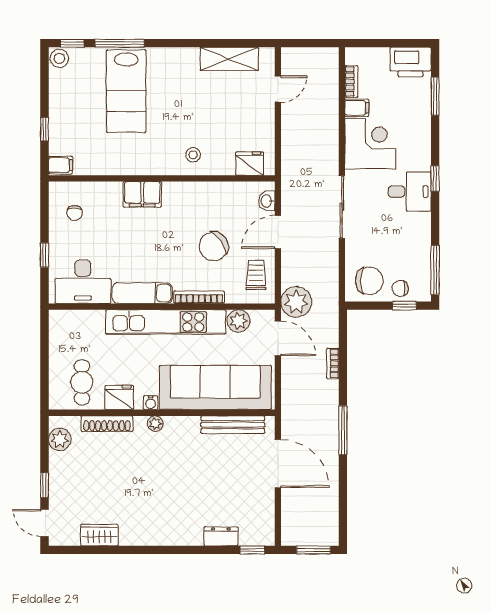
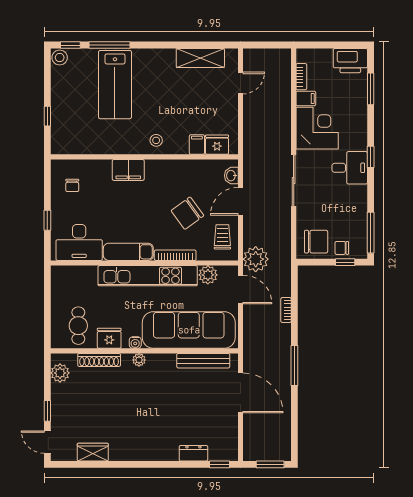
stool: (193, 155) -> (156, 140), moved
filing cabinet: (60, 165) -> (197, 145), moved, turned -90

